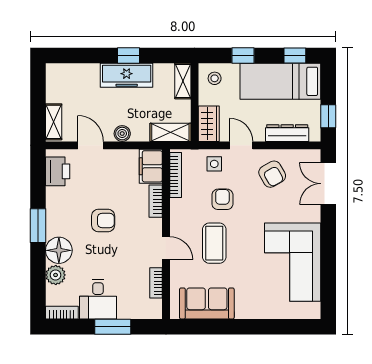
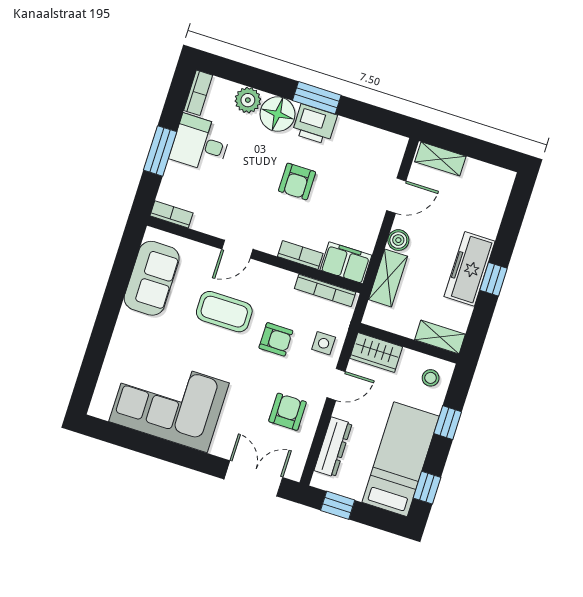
shelving: (170, 132) -> (388, 278), moved
printer: (58, 171) -> (315, 124), moved
armchair: (272, 174) -> (288, 412), turned 120
bookcase: (156, 283) -> (172, 214), moved

